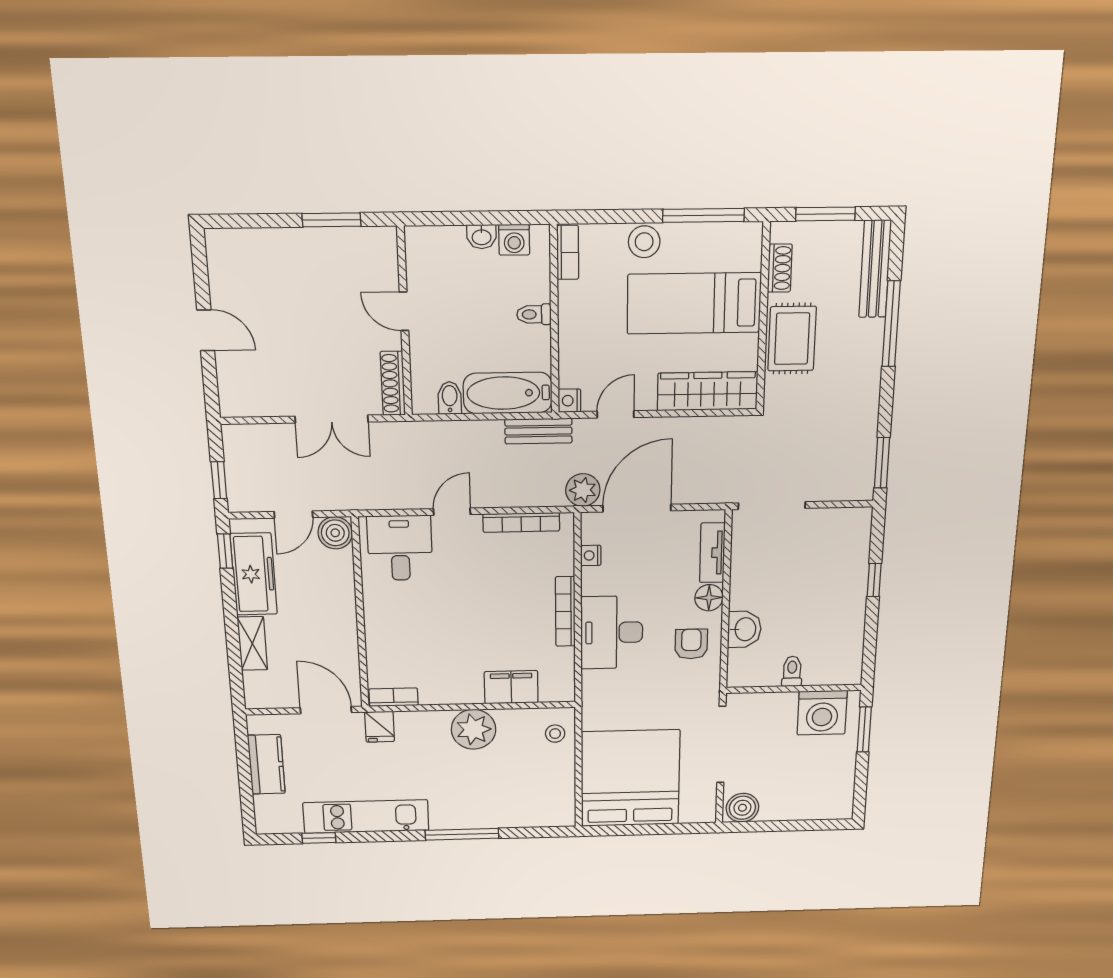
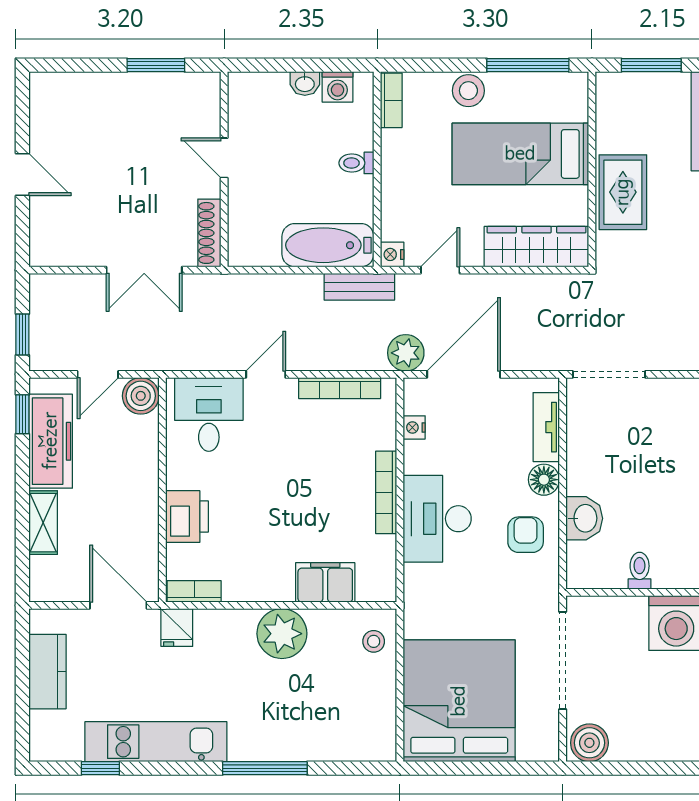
shoe rack: (780, 268) -> (607, 119), removed
bidet: (450, 398) -> (268, 249), removed
printer: (384, 636) -> (187, 517), added

